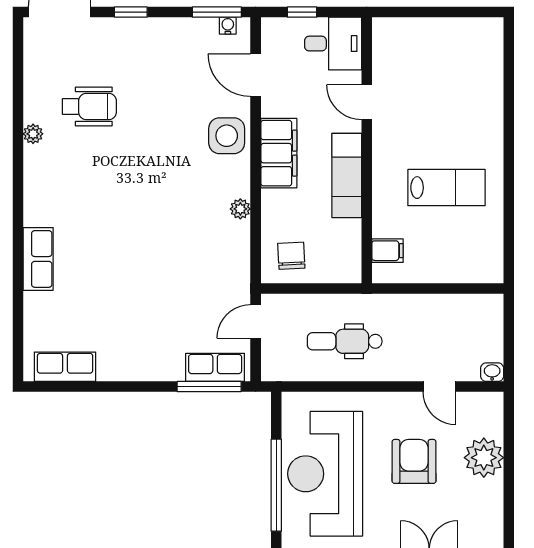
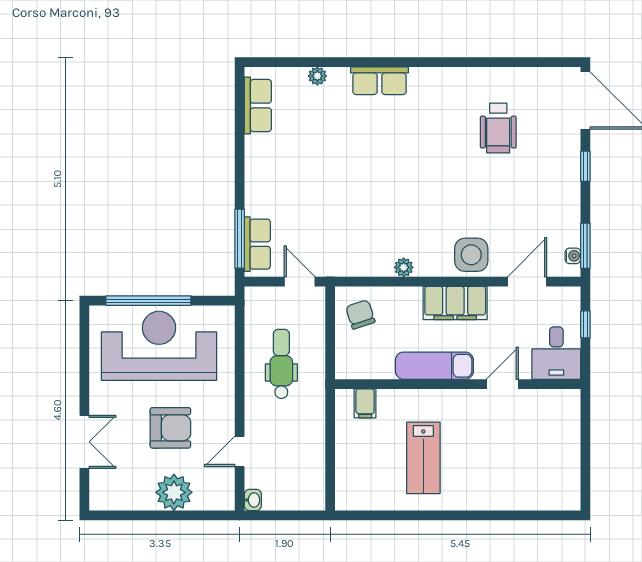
plant: (33, 134) -> (317, 76), moved
chair: (291, 256) -> (360, 315), turned -105
row of seats: (38, 259) -> (380, 81), moved

